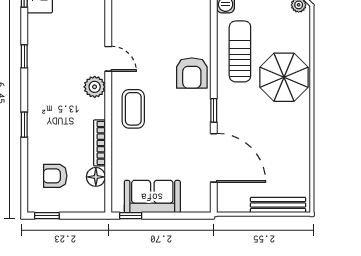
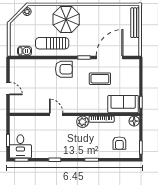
door: (108, 59) -> (56, 114), hinge flipped
plant: (95, 87) -> (83, 122), moved
coffee table: (133, 109) -> (100, 79), moved
floor lamp: (96, 177) -> (134, 121), moved
sofa: (152, 197) -> (123, 104), moved, turned 90

